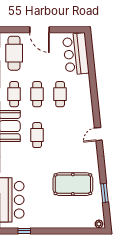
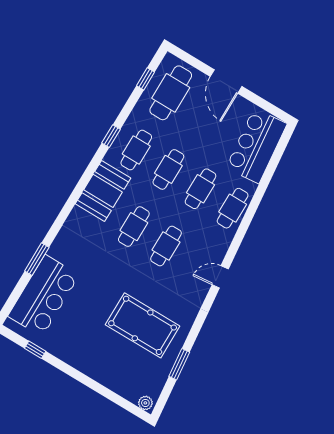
cafe table: (83, 94) -> (233, 208), added
cafe table: (60, 135) -> (166, 246), added

